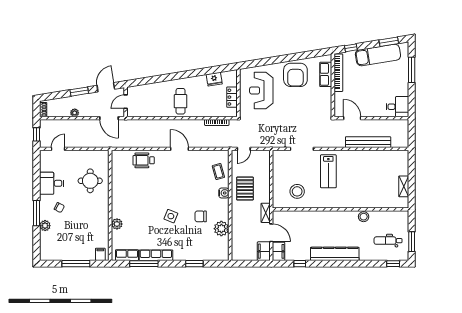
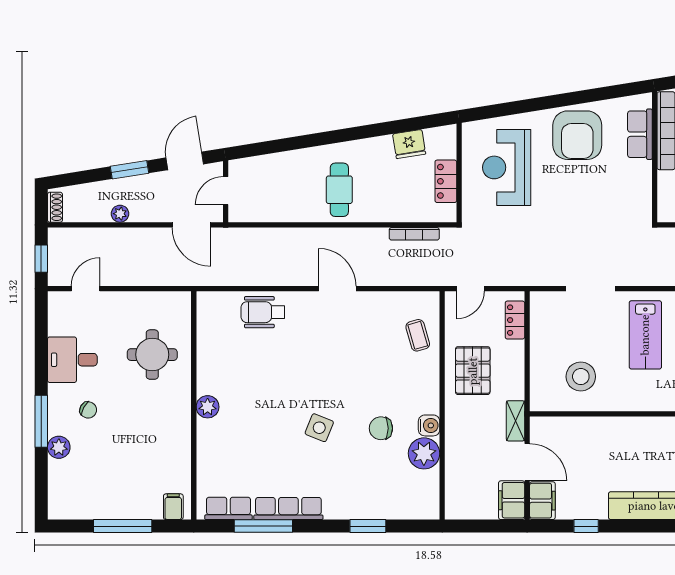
locker: (265, 164) -> (515, 320), added
water cooler: (224, 193) -> (429, 425), moved
plant: (117, 224) -> (208, 407), moved

